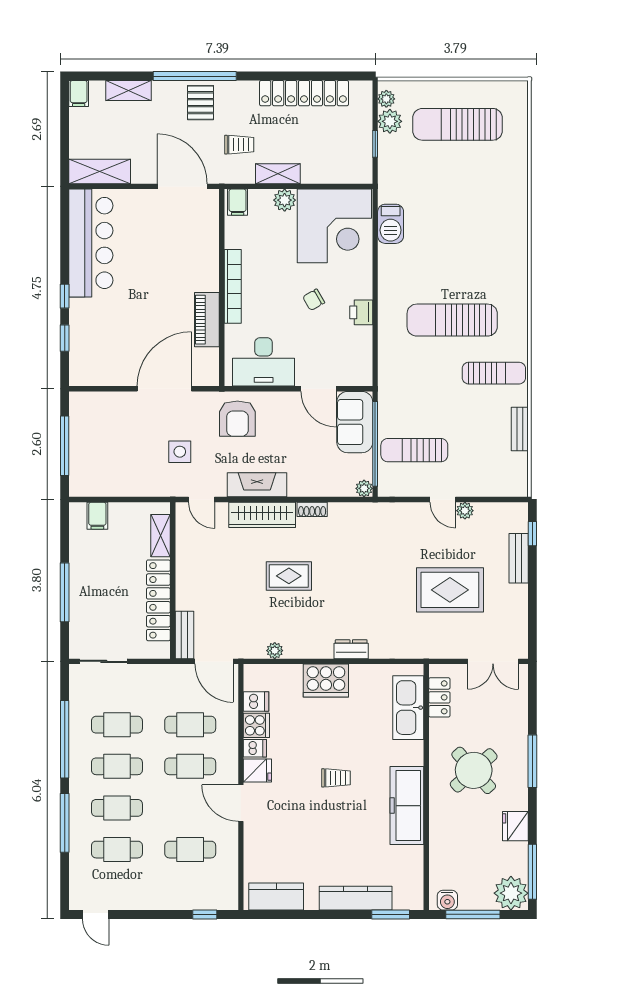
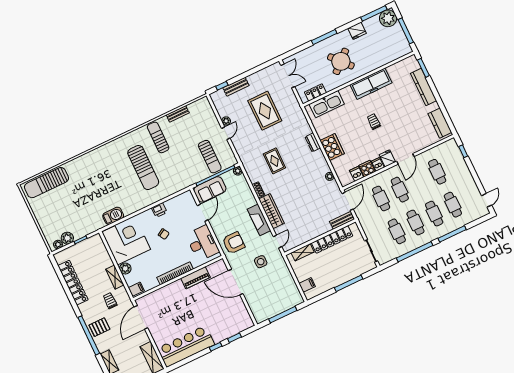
sun lounger: (458, 124) -> (46, 183), moved, turned 90
rug: (289, 576) -> (274, 161), moved
water cooler: (447, 900) -> (405, 45), removed

